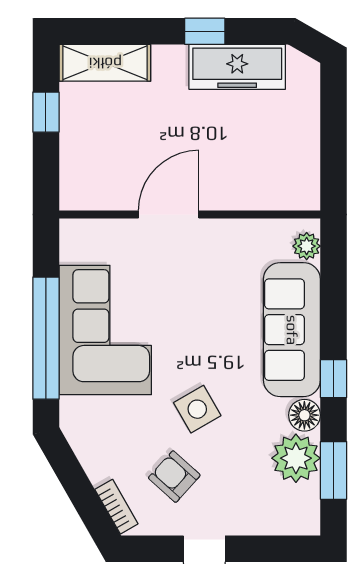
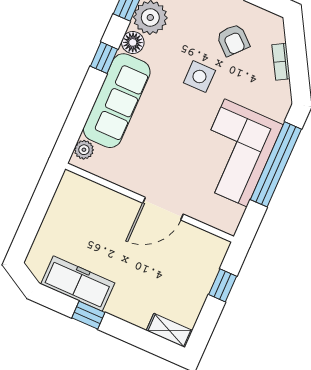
shelving: (105, 63) -> (169, 330), width x0.67, depth x0.75
window: (46, 112) -> (223, 285), moved
side table: (197, 409) -> (199, 77), turned 30
bookcase: (116, 507) -> (281, 62), moved

